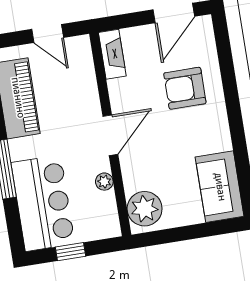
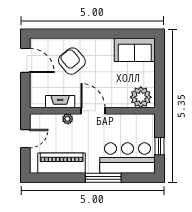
fireplace: (112, 54) -> (60, 102), moved
armchair: (185, 88) -> (72, 61), turned 140
plant: (104, 182) -> (68, 119), moved

